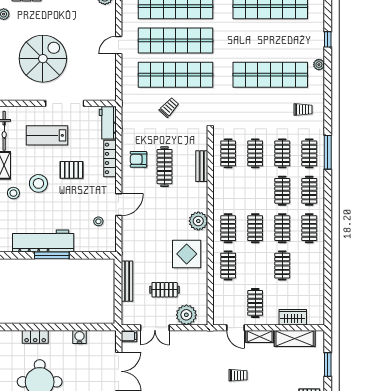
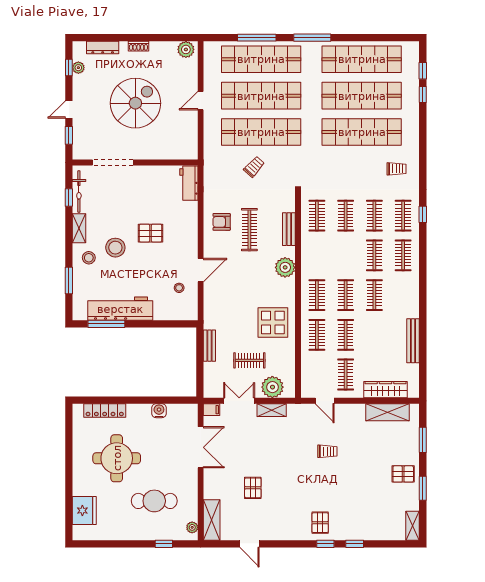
window: (328, 17) -> (423, 71), added
shop shelf: (270, 40) -> (362, 96), added
spiral stairs: (43, 59) -> (135, 103), moved
plant: (319, 65) -> (413, 121), removed
doorway: (65, 103) -> (113, 162), moved
lab bench: (47, 135) -> (124, 197), removed
window: (328, 152) -> (423, 214), width x0.46
locker: (110, 158) -> (191, 221), removed
plant: (198, 221) -> (285, 267), moved
clothes rail: (309, 228) -> (403, 295), removed
window: (52, 255) -> (106, 324), moved
clothes rail: (282, 266) -> (346, 335), moved
bench: (319, 271) -> (413, 341), added
bench: (127, 281) -> (209, 346), width x0.73
wardrobe: (293, 317) -> (386, 390), width x1.50
double door: (155, 328) -> (239, 401), swing flipped
locker: (35, 337) -> (105, 411), width x1.53
shelving: (260, 337) -> (272, 410), moved

